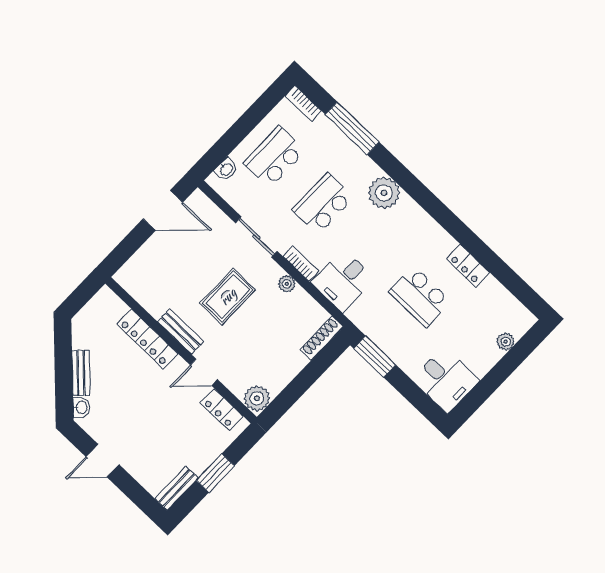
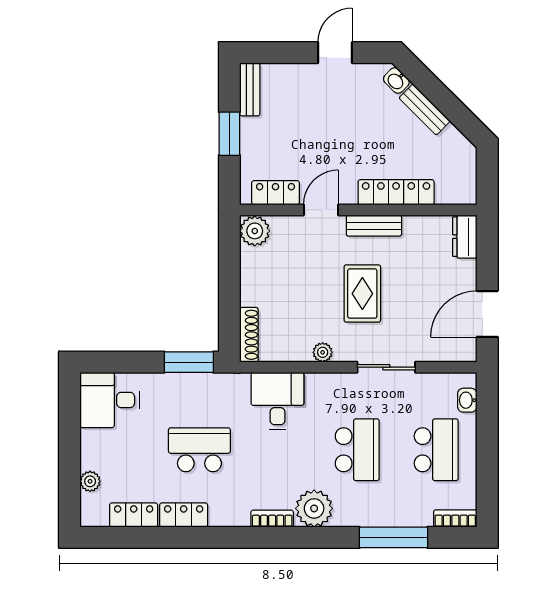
bookcase: (301, 264) -> (272, 519), moved, turned 180
dresser: (131, 271) -> (465, 237), added
locker: (499, 295) -> (134, 515), added

